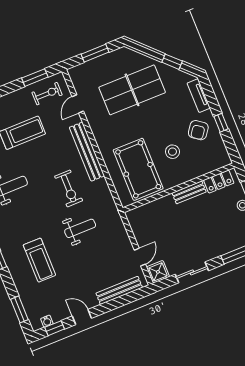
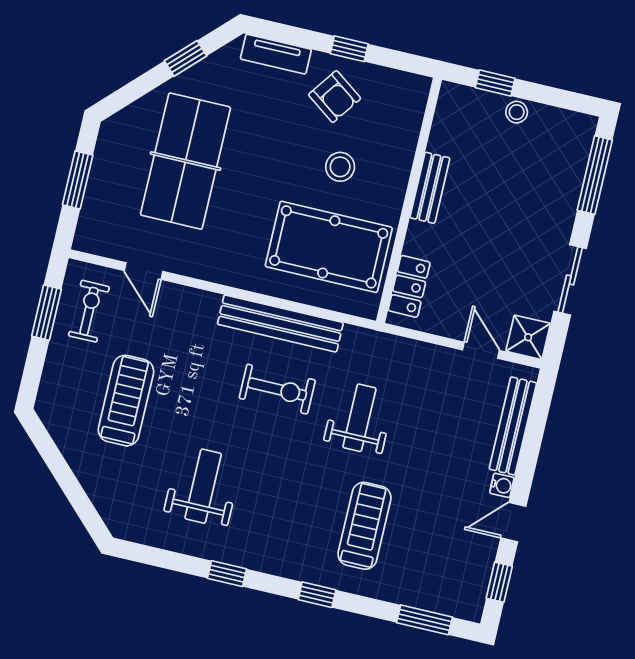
bench: (87, 152) -> (280, 323), moved
locker: (219, 182) -> (409, 286), moved
treadmill: (39, 260) -> (364, 526), turned -90
water cooler: (47, 321) -> (502, 485), moved

